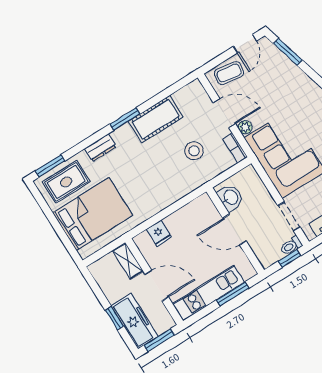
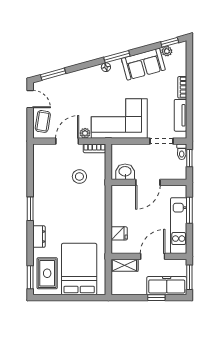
cot: (156, 119) -> (43, 189), removed

